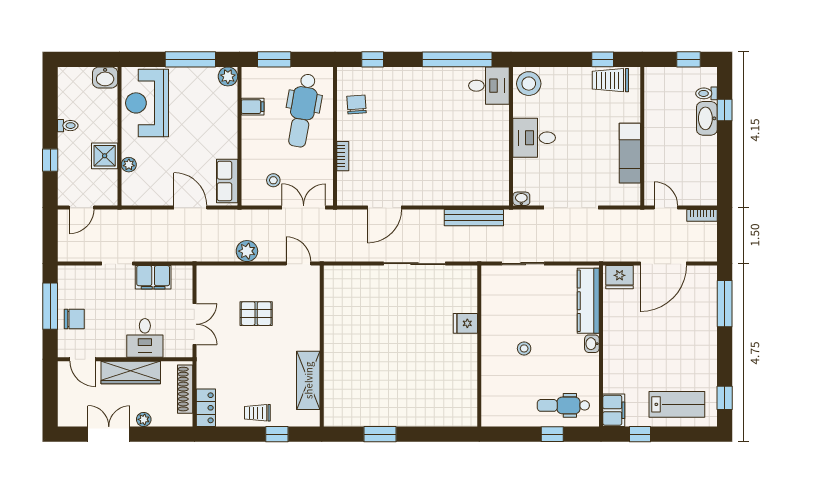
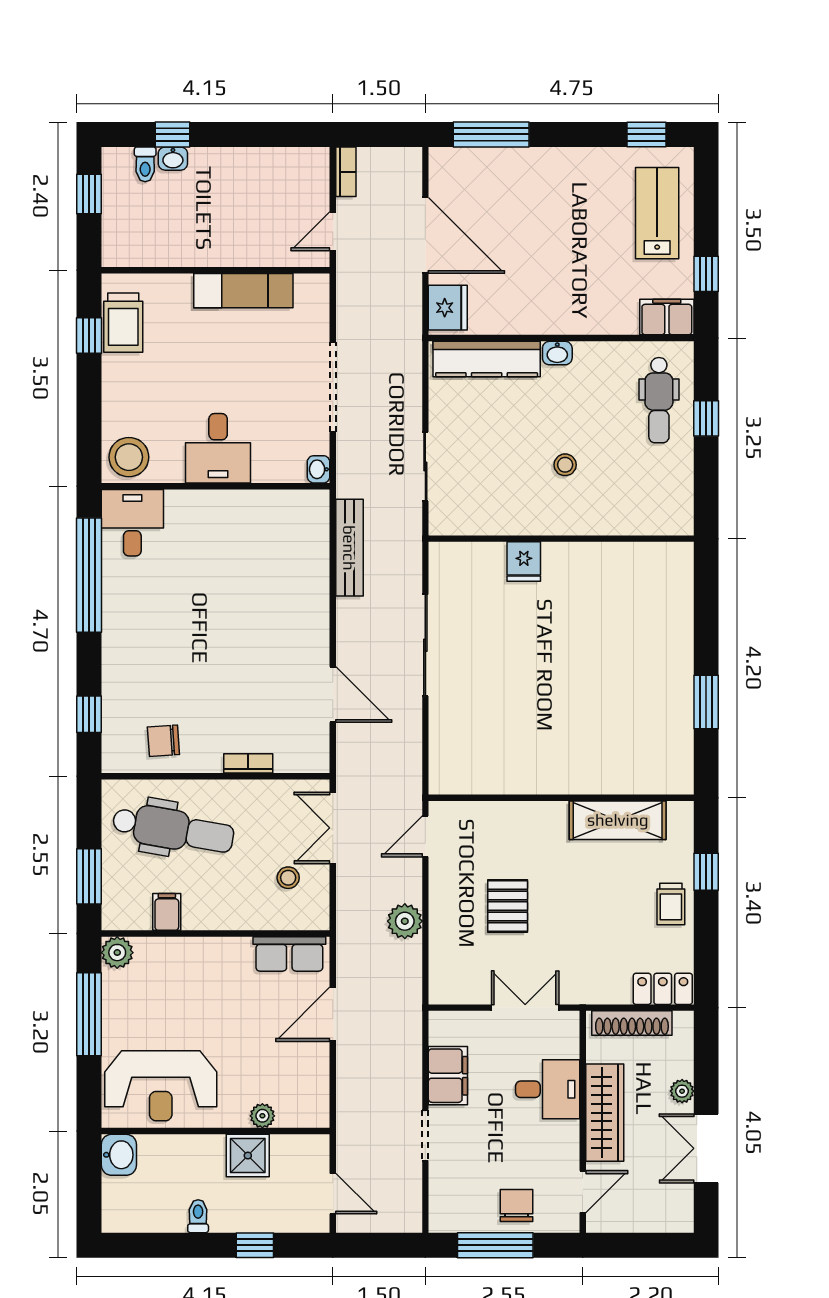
washbasin: (707, 118) -> (173, 159), width x0.52, depth x0.69

